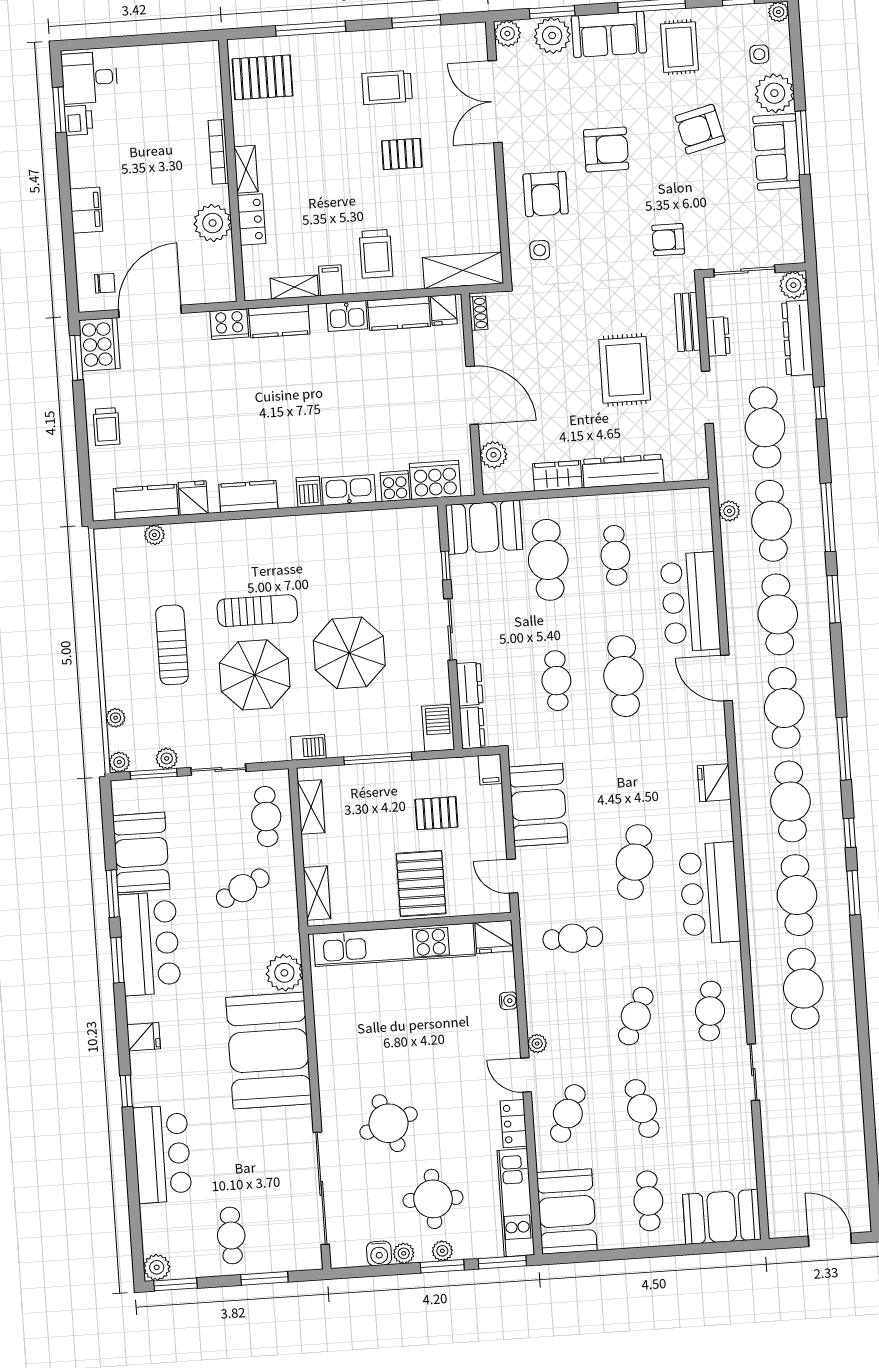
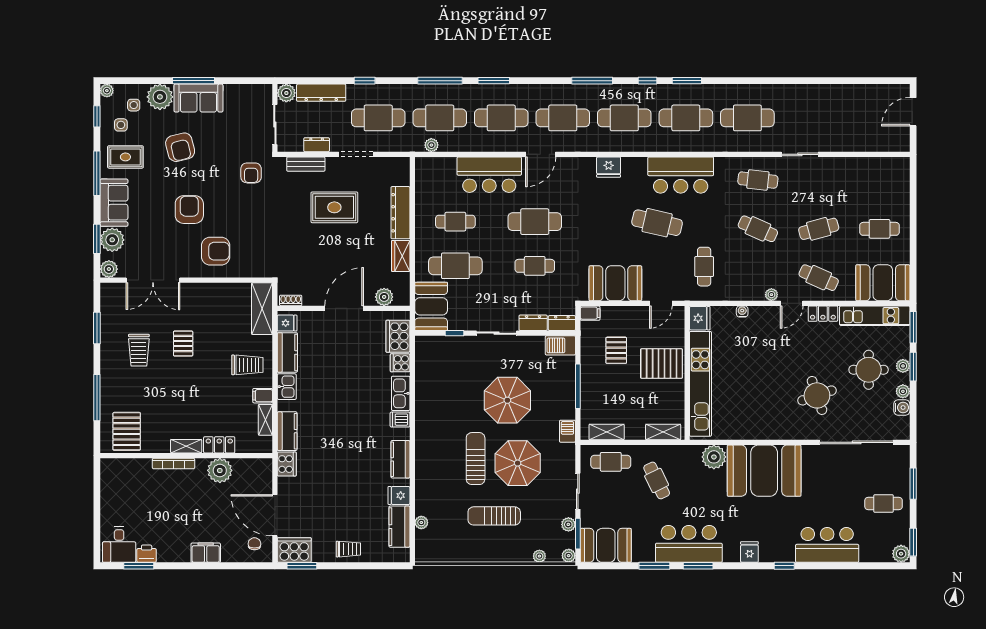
side table: (540, 250) -> (121, 125), moved
booth: (141, 852) -> (606, 545), moved
booth: (722, 1217) -> (893, 181), removed

